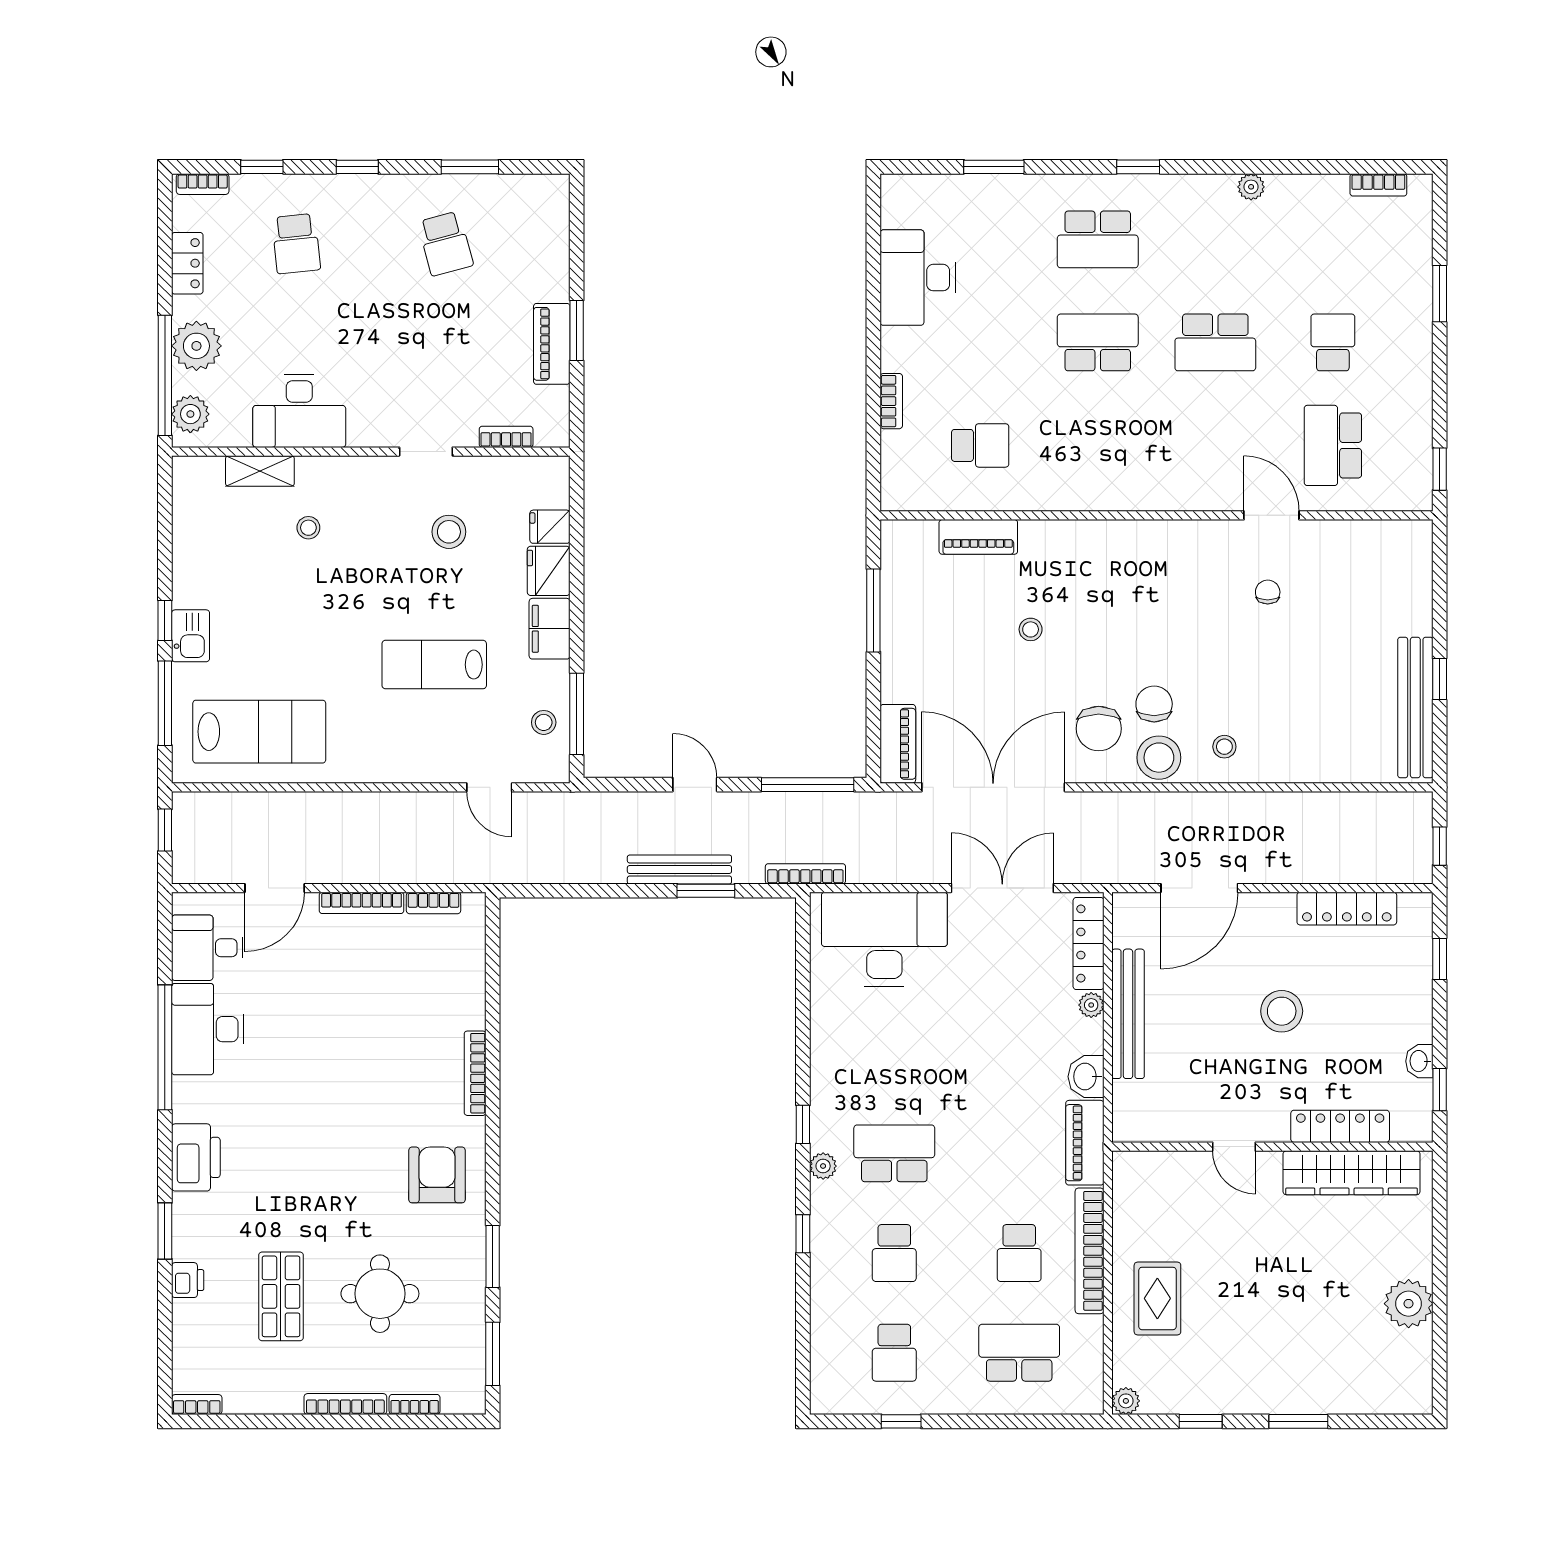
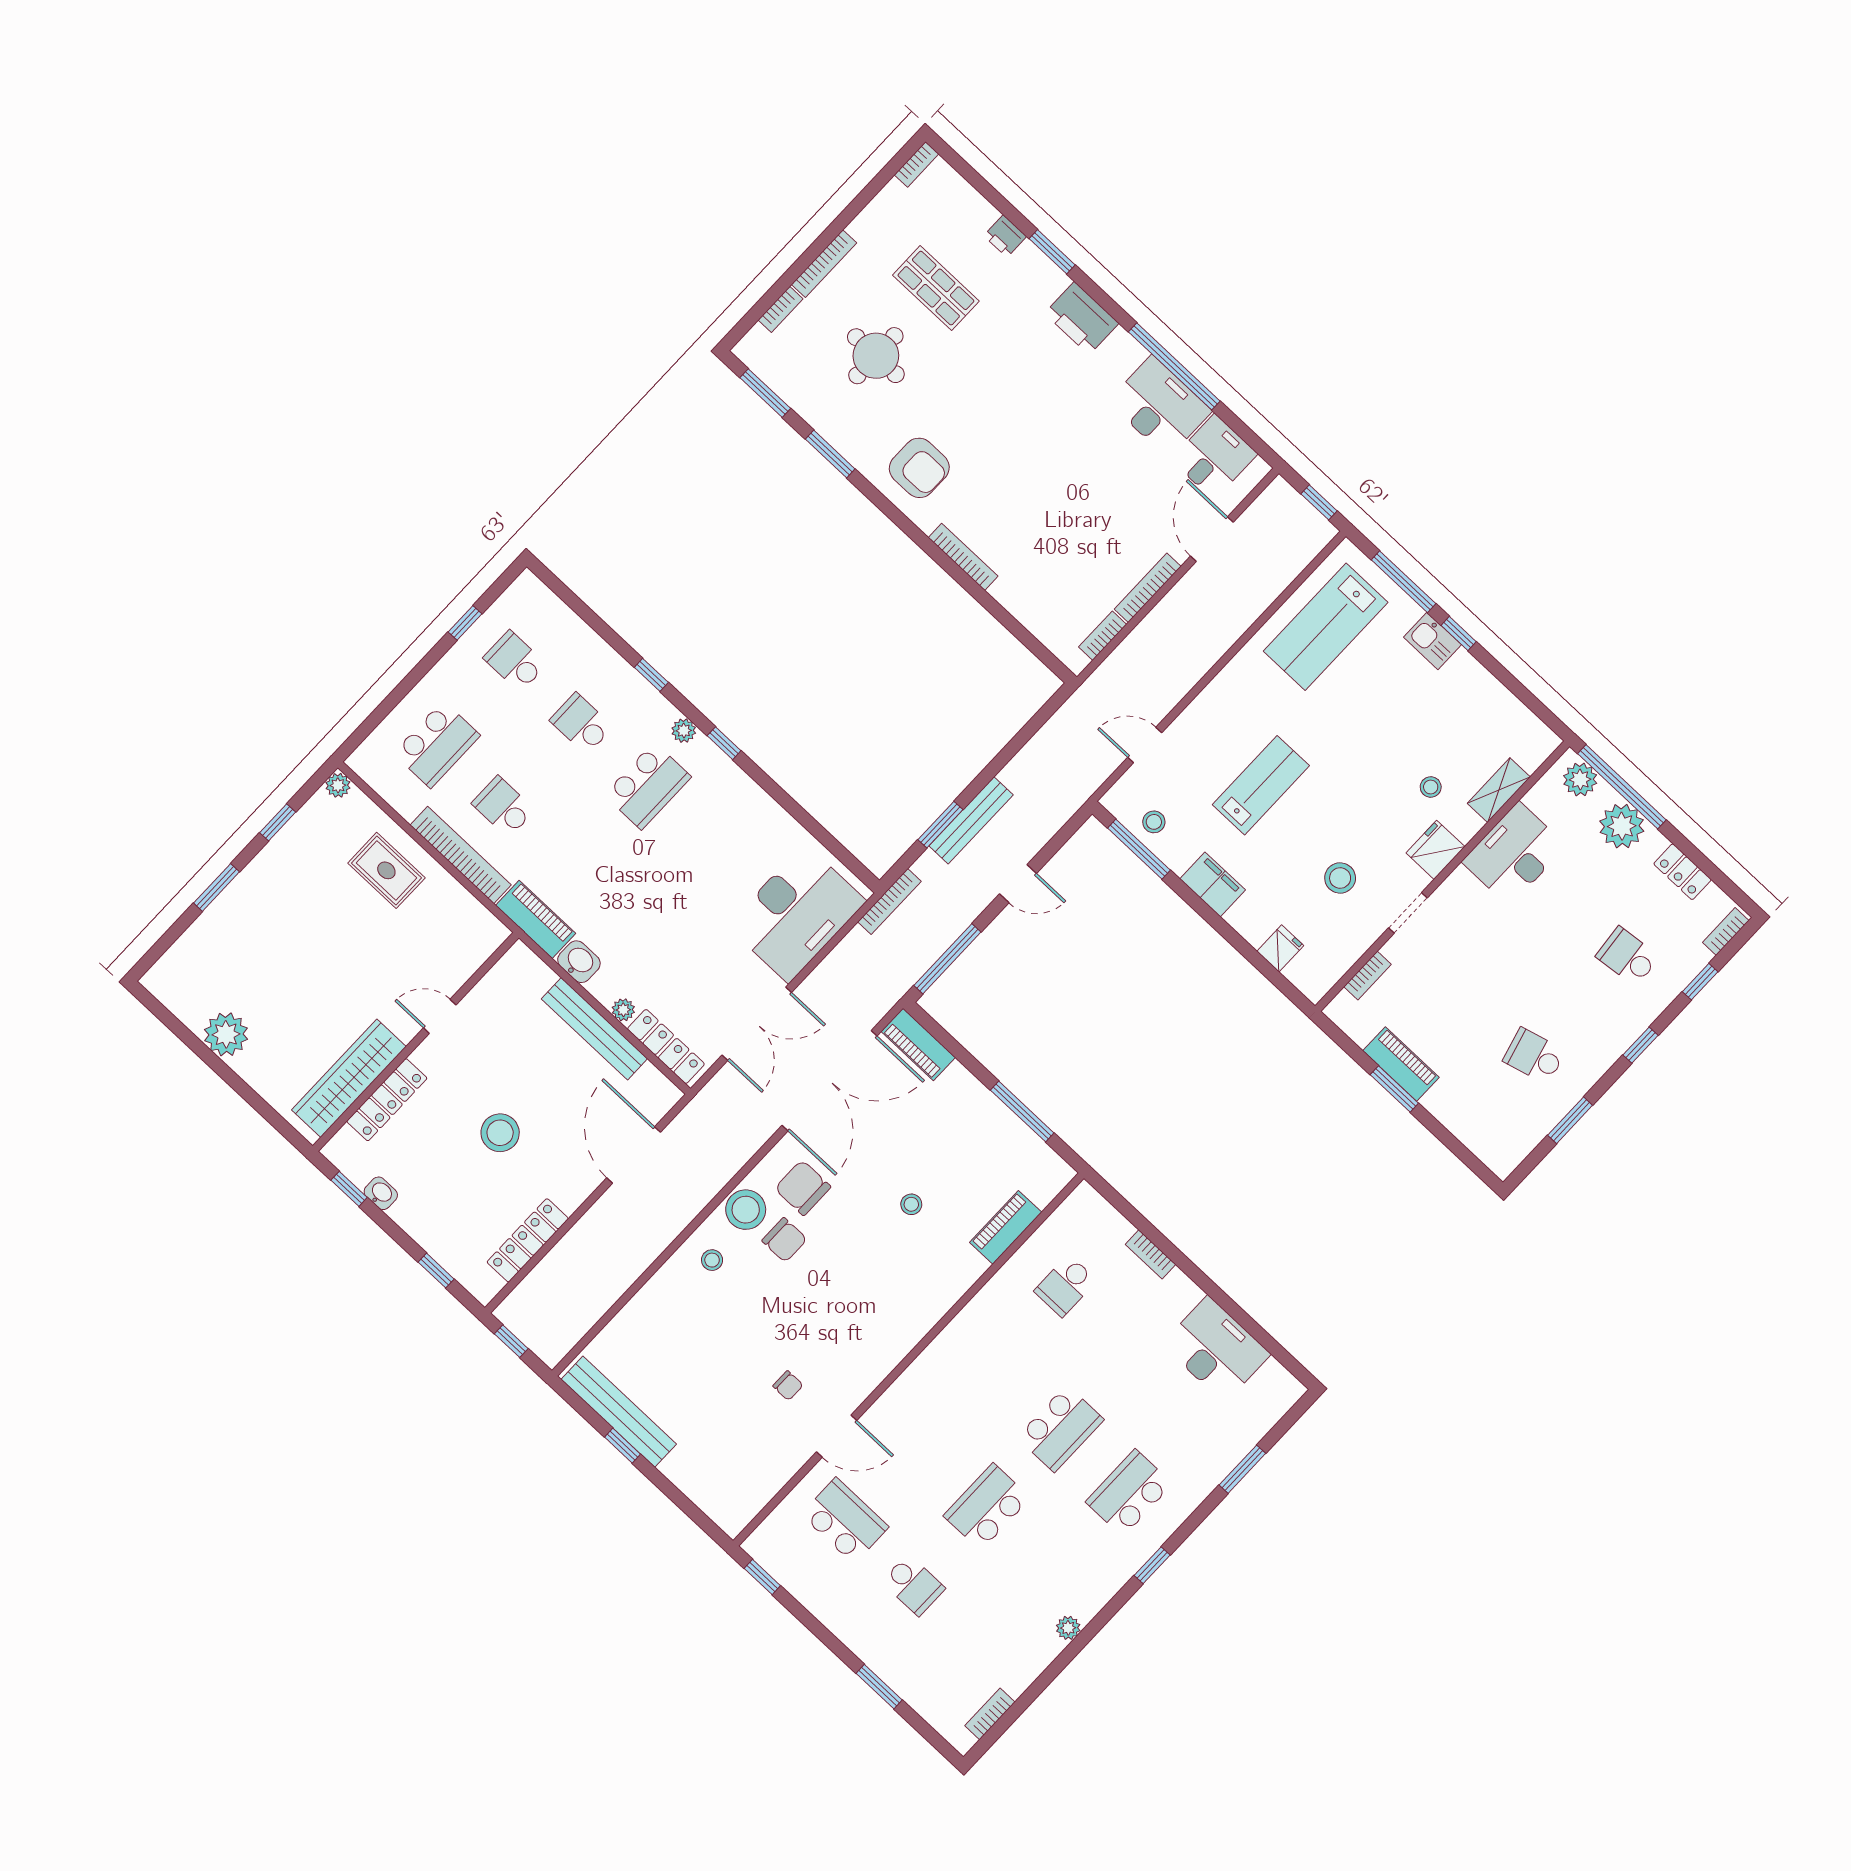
fridge: (549, 571) -> (1435, 850), moved, turned -90

